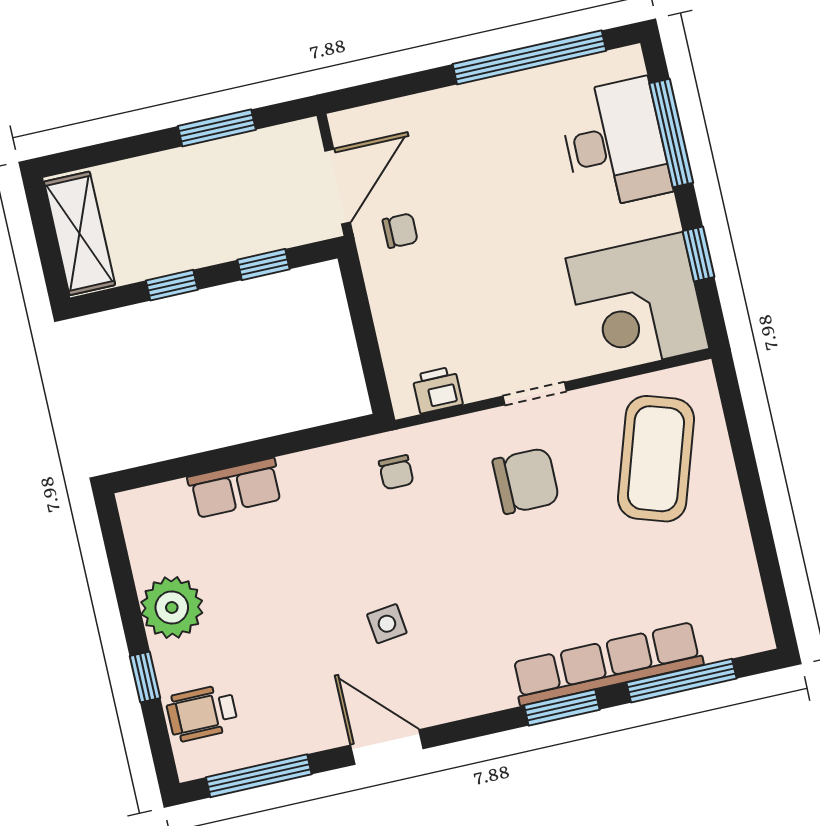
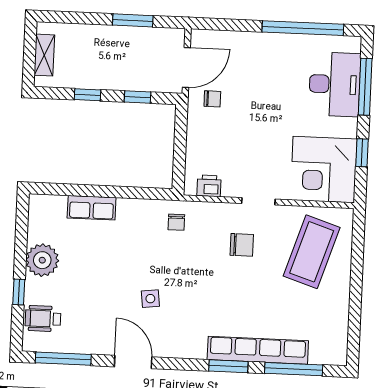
shelving: (80, 233) -> (44, 55), width x0.67, depth x0.75
chair: (526, 481) -> (242, 245), width x0.73, depth x0.73

